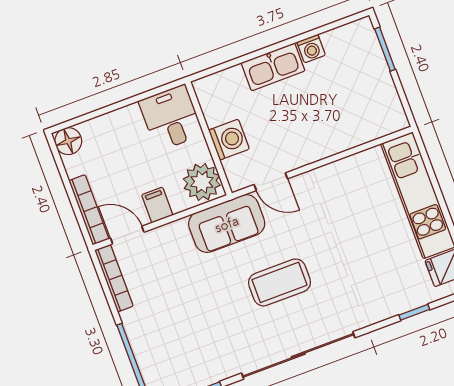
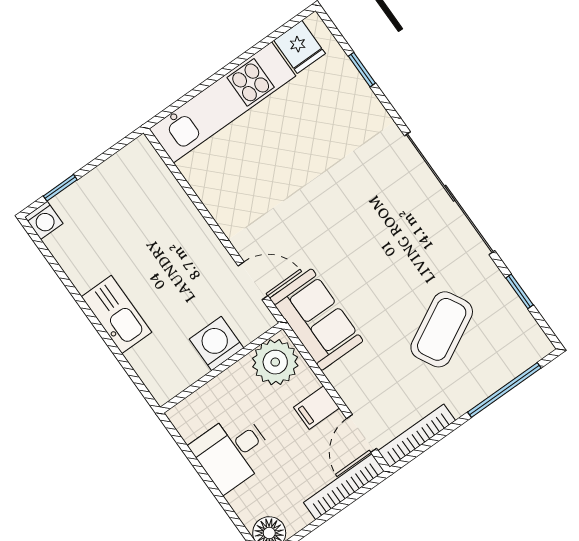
washing machine: (311, 49) -> (44, 220), moved, turned 90
window: (385, 49) -> (60, 188), width x0.67
desk: (171, 118) -> (232, 452), moved
door: (271, 182) -> (253, 281), hinge flipped
coffee table: (279, 282) -> (442, 329), moved, turned 62

